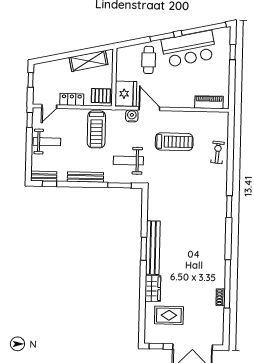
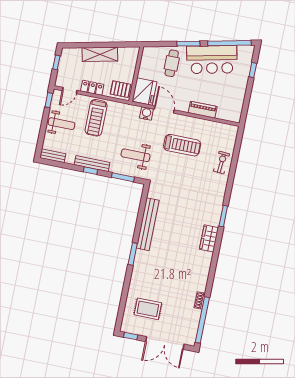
shelving: (88, 61) -> (100, 54), moved
piano: (209, 102) -> (203, 110), moved
treadmill: (96, 129) -> (96, 118), moved
window: (49, 184) -> (90, 171), moved
bench: (153, 248) -> (148, 224), moved
window: (144, 249) -> (133, 254), moved
window: (227, 284) -> (202, 320), moved
wardrobe: (153, 289) -> (209, 238), moved, turned 180

